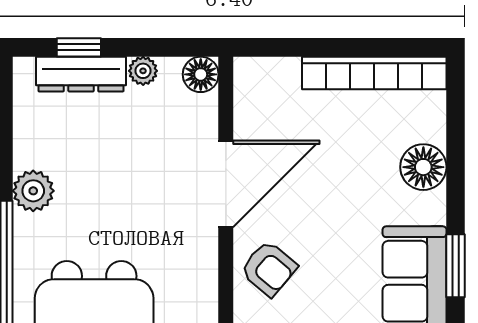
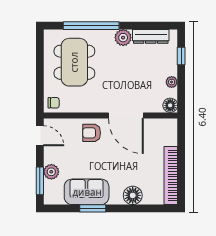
dresser: (81, 74) -> (151, 36), moved, turned -90
armchair: (269, 269) -> (92, 133), turned 50

